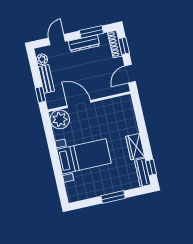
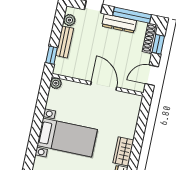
window: (91, 32) -> (132, 15), width x1.44
door: (79, 104) -> (104, 86), moved
plant: (60, 119) -> (56, 83), width x0.53, depth x0.53

